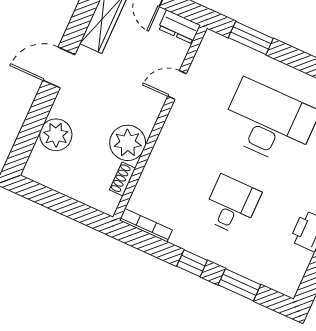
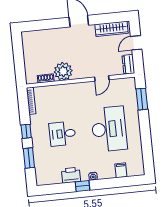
door: (177, 85) -> (102, 78), swing flipped
plant: (56, 135) -> (48, 37), removed
desk: (231, 205) -> (62, 134), turned 180

